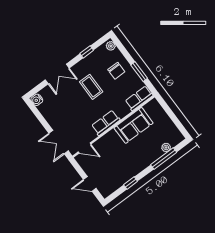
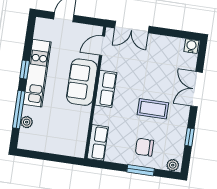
window: (139, 72) -> (141, 170), moved
sofa: (134, 125) -> (82, 82), moved
double door: (59, 142) -> (132, 27), swing flipped
kitchen unit: (134, 168) -> (37, 73), added
window: (131, 183) -> (25, 70), moved

